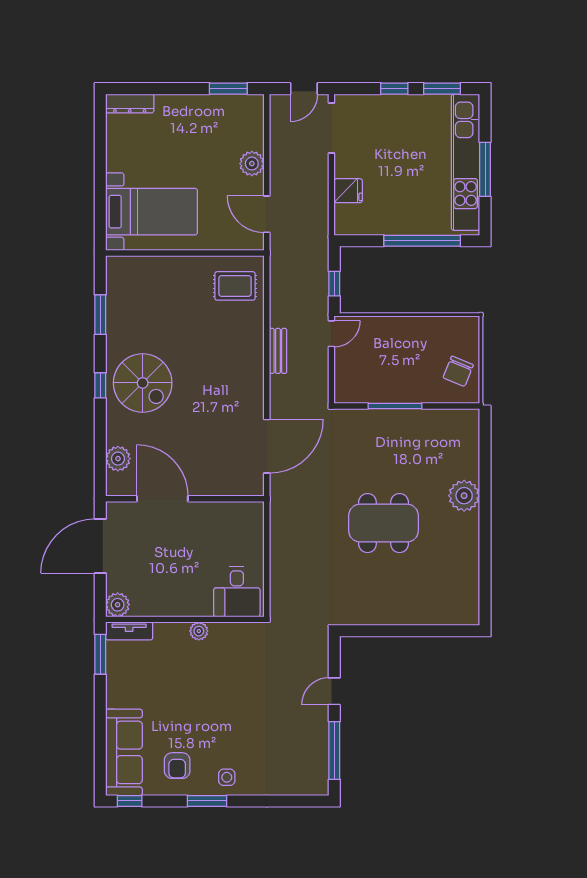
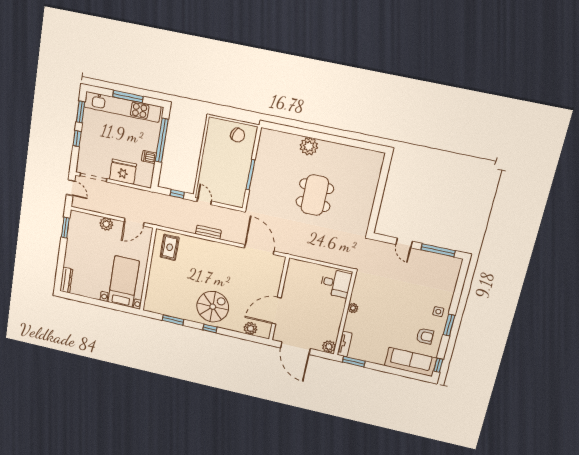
fridge: (348, 191) -> (123, 172), width x1.88, depth x1.34
dishwasher: (389, 223) -> (149, 157), added

